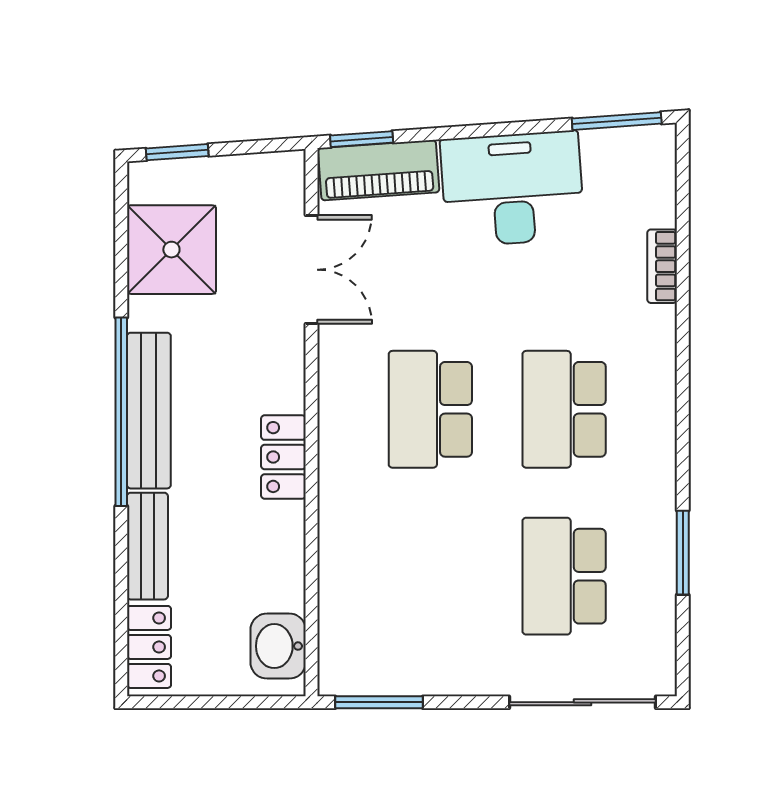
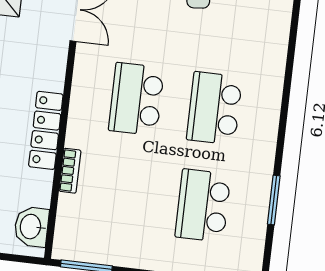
bookcase: (662, 266) -> (70, 171), moved, turned 180
locker: (283, 457) -> (46, 130), width x1.53

